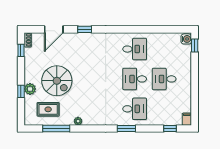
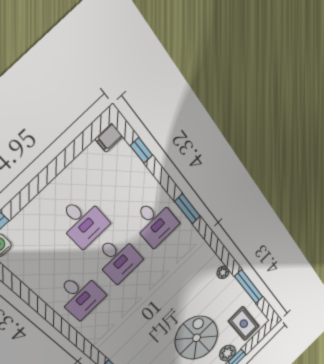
desk: (135, 49) -> (80, 295), turned 180
rug: (48, 109) -> (244, 324), moved
desk: (135, 109) -> (155, 222), turned 180

